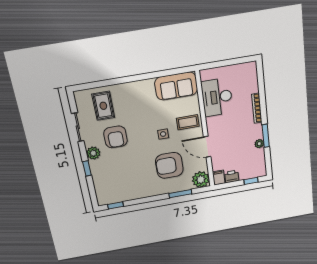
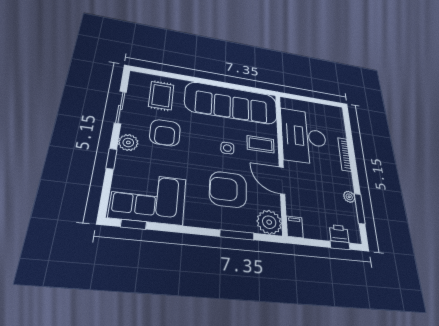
sofa: (176, 86) -> (232, 103), width x1.85, depth x1.27
desk: (217, 97) -> (304, 136), width x1.36, depth x1.30
window: (266, 136) -> (360, 209), moved
printer: (232, 176) -> (339, 233), moved
corner sofa: (119, 187) -> (148, 198), added

